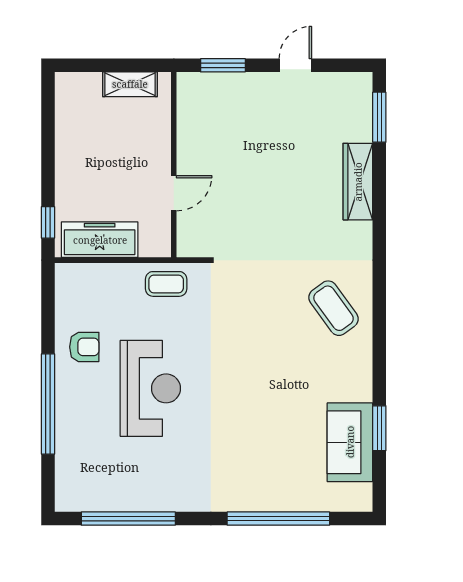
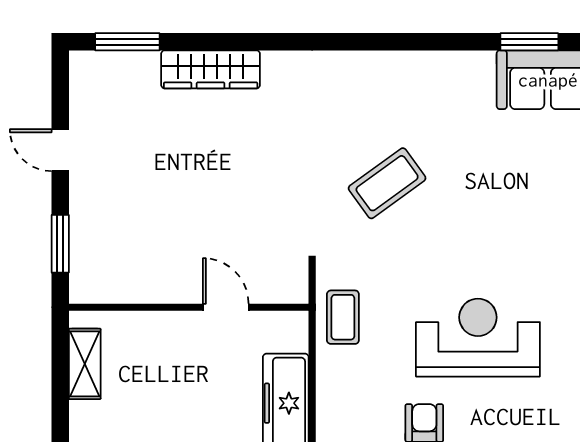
coffee table: (333, 308) -> (387, 183), moved

